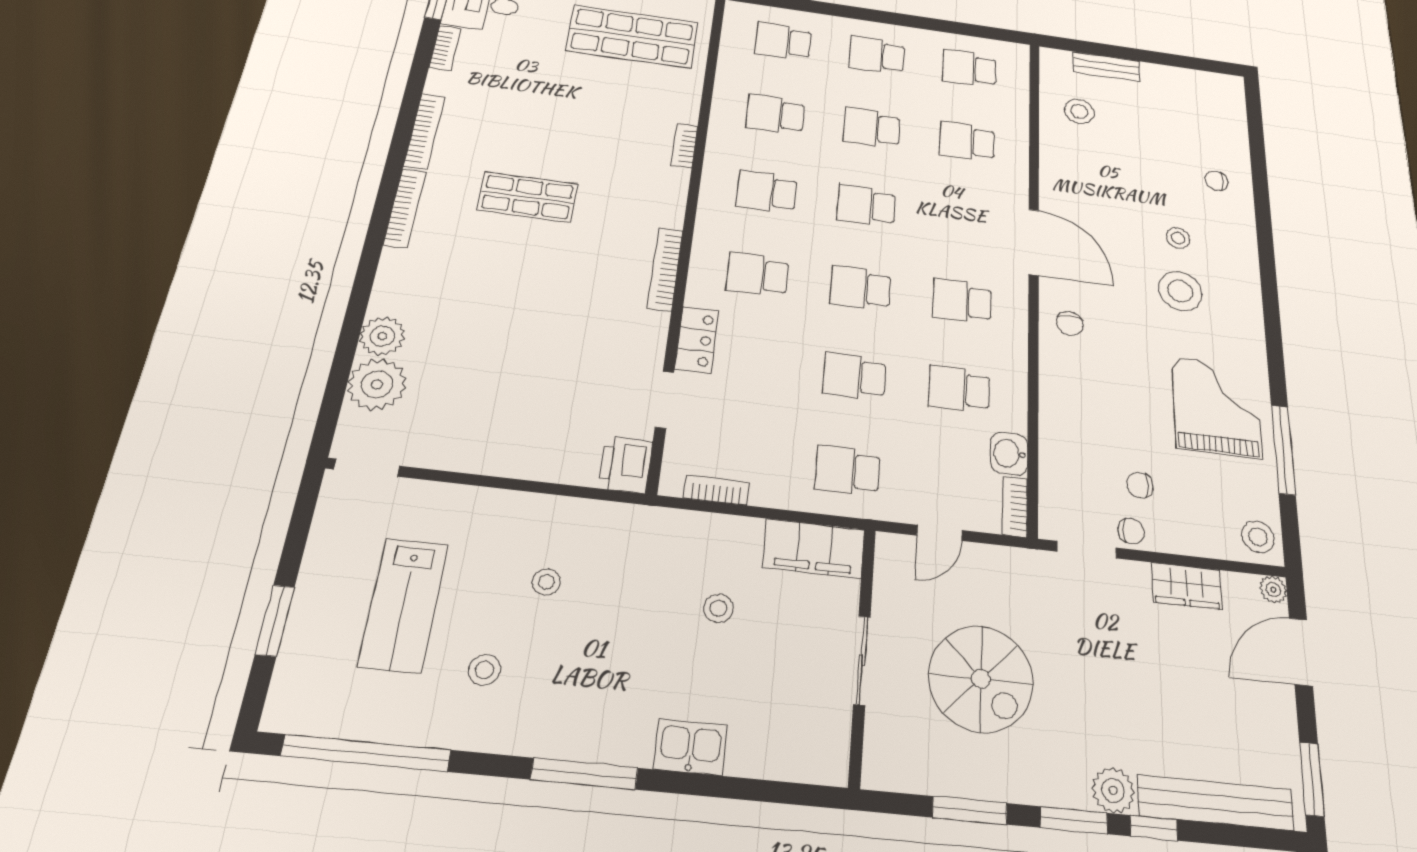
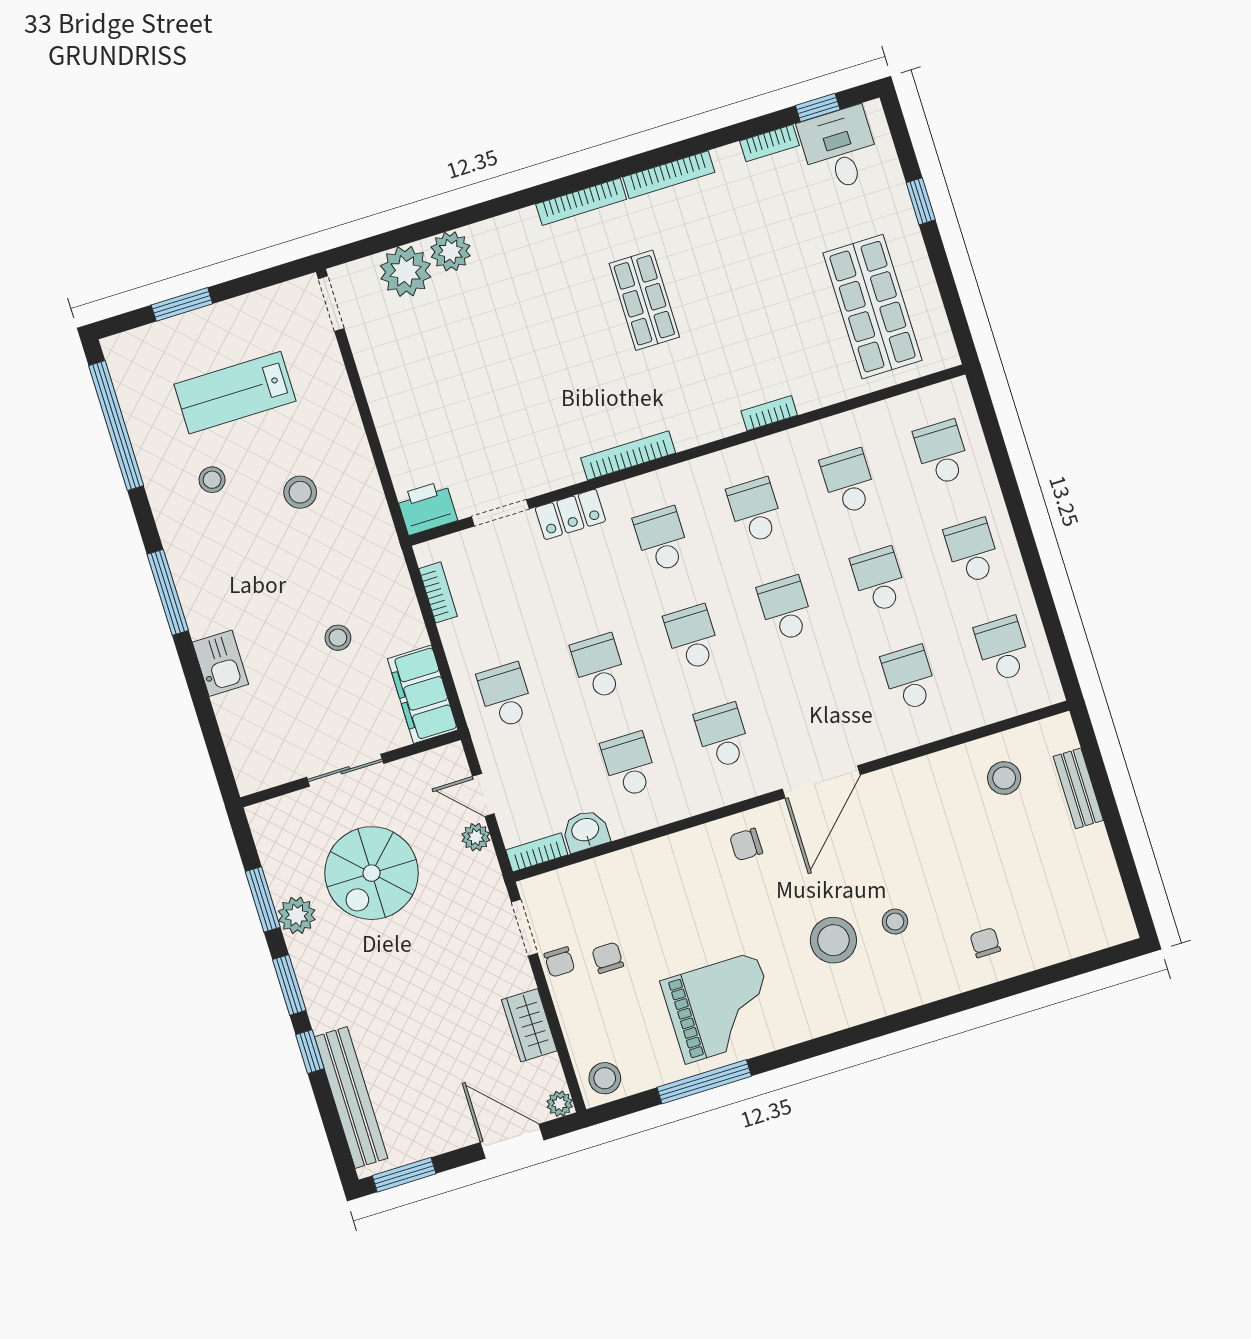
plant: (980, 558) -> (476, 837), added
stool: (546, 582) -> (300, 492), width x1.37, depth x1.37
plant: (1113, 790) -> (297, 915), moved

